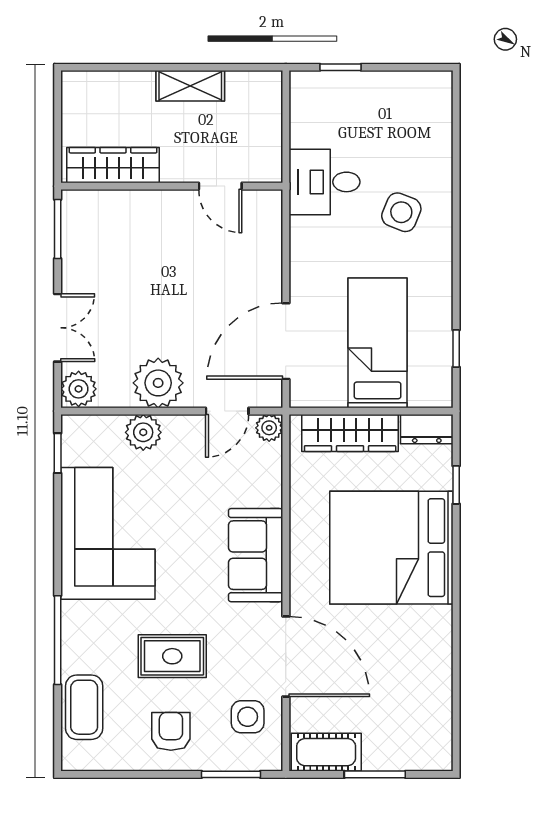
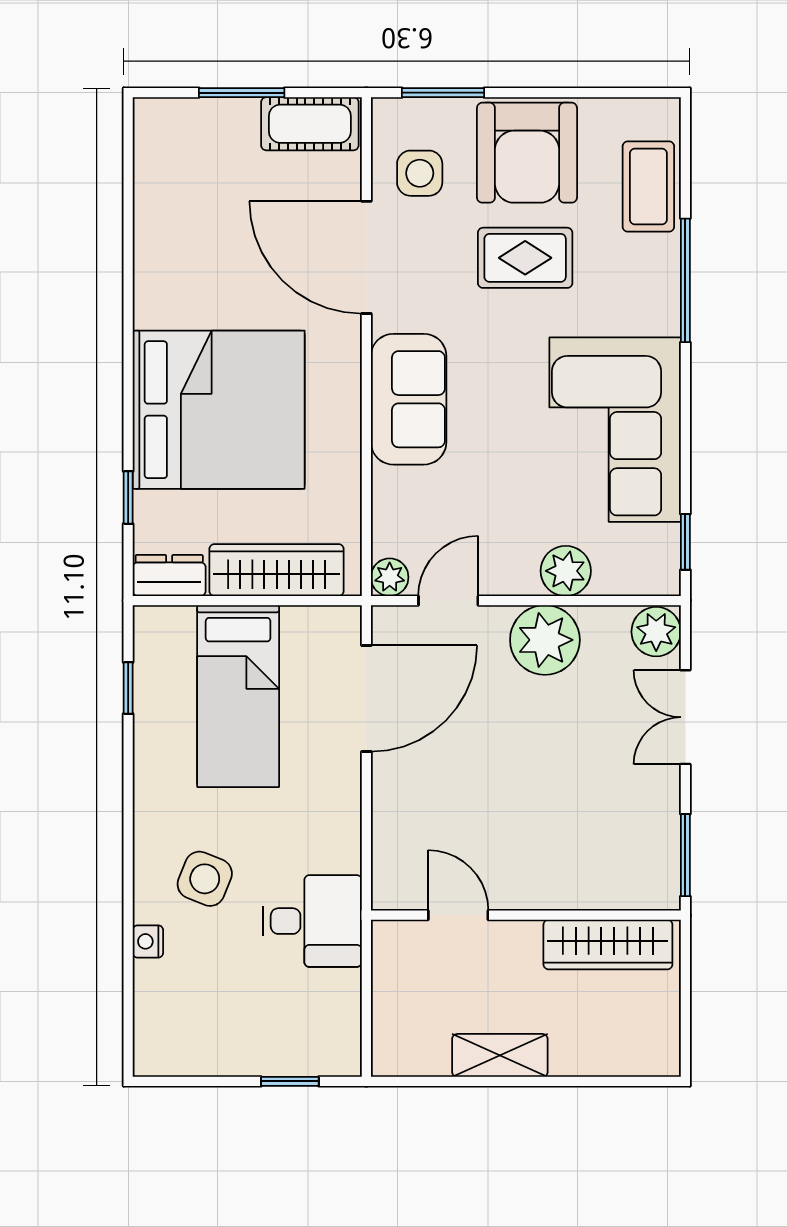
nightstand: (442, 167) -> (148, 941), added
armchair: (171, 731) -> (527, 153), width x1.88, depth x1.88

